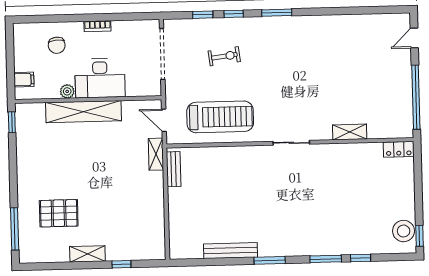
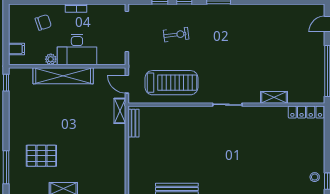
chair: (57, 45) -> (43, 22), turned -103
locker: (399, 149) -> (306, 112), width x1.53
stool: (404, 231) -> (315, 177), width x0.53, depth x0.53

